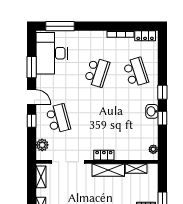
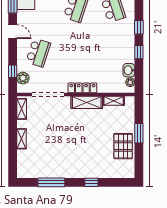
washbasin: (152, 111) -> (129, 70), moved
school desk: (58, 119) -> (38, 53), turned 33
window: (32, 121) -> (13, 71), moved
locker: (104, 155) -> (82, 88), width x1.53

